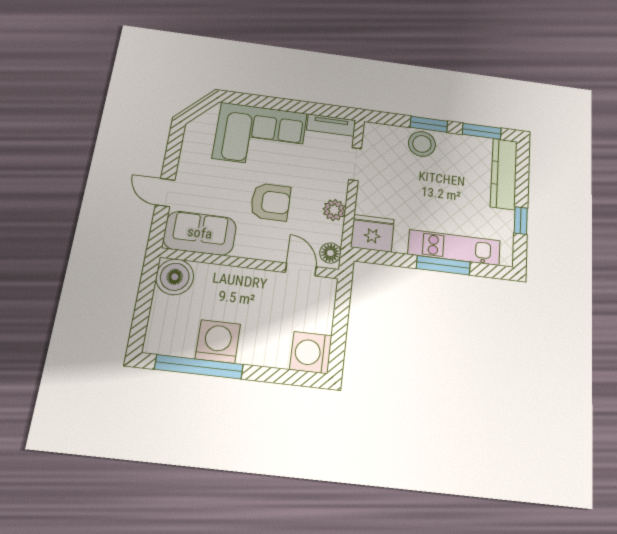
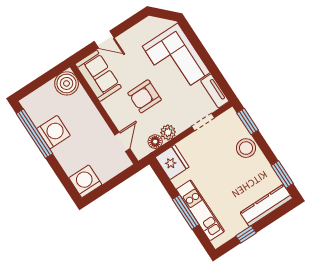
window: (429, 124) -> (248, 122), moved
door: (165, 193) -> (104, 40), swing flipped
armchair: (270, 202) -> (145, 96), turned 90
floor lamp: (330, 253) -> (155, 142), moved

